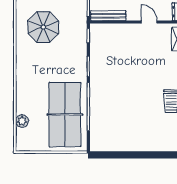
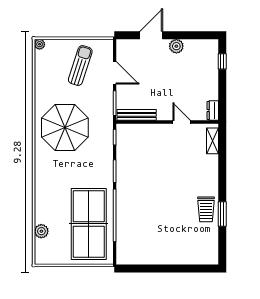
parasol: (43, 27) -> (65, 128), width x1.36, depth x1.36

